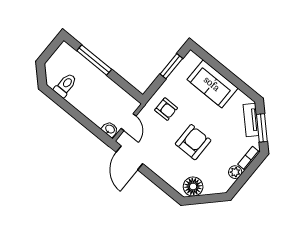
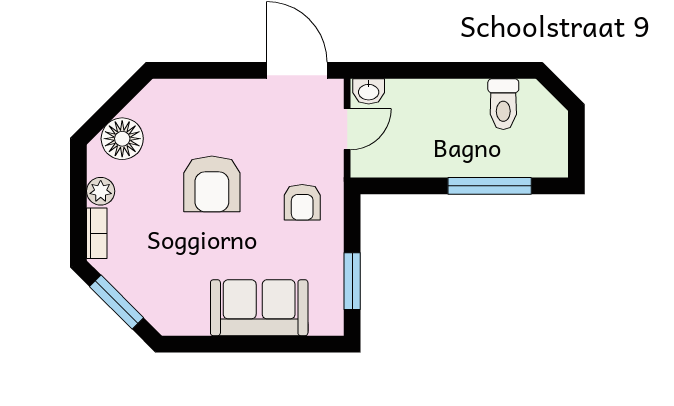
armchair: (166, 109) -> (302, 202), turned -90
tv unit: (251, 120) -> (145, 300), removed
door: (129, 122) -> (347, 129), swing flipped
floor lamp: (193, 187) -> (122, 139), moved

